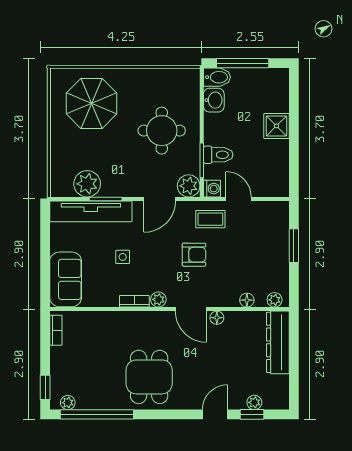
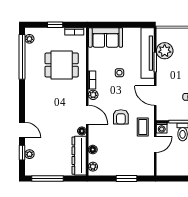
plant: (189, 186) -> (163, 114), removed
door: (191, 309) -> (87, 115), swing flipped
dresser: (278, 342) -> (79, 156), moved, turned -90
window: (294, 373) -> (48, 179), added
dining table: (149, 377) -> (62, 65), moved
window: (45, 387) -> (55, 25), moved

